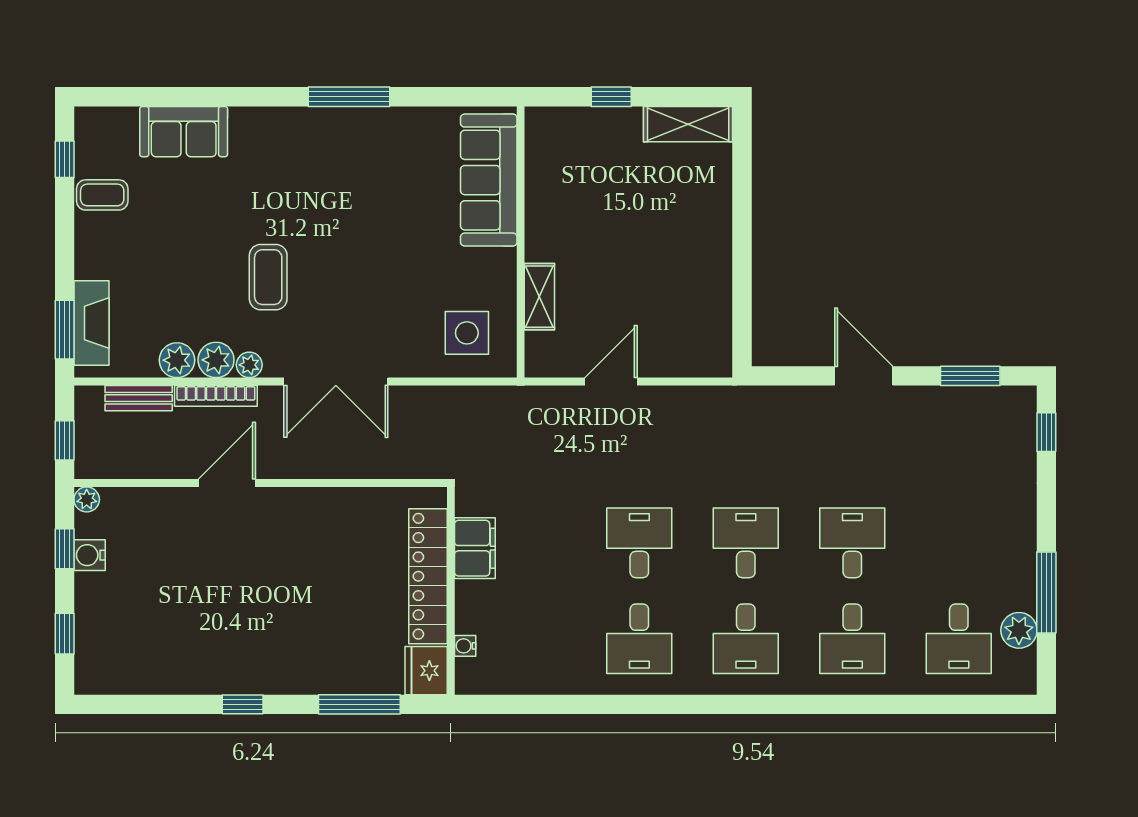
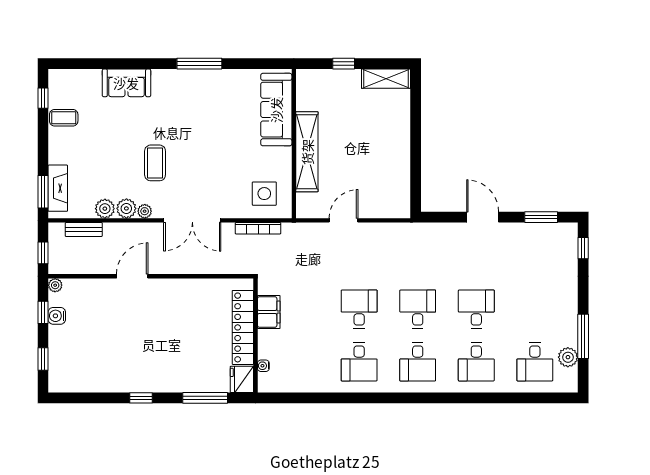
sofa: (184, 132) -> (126, 83), moved
shelving: (539, 297) -> (307, 152), width x2.20, depth x1.33
bookcase: (216, 396) -> (258, 228), moved

